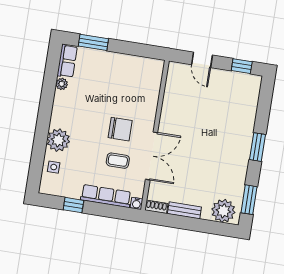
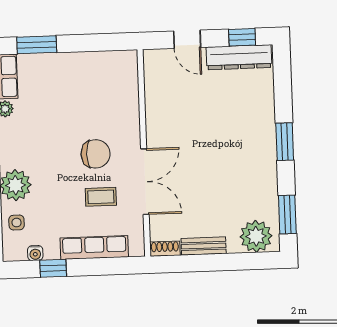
dresser: (237, 80) -> (239, 57), added
water cooler: (137, 203) -> (35, 253), moved

